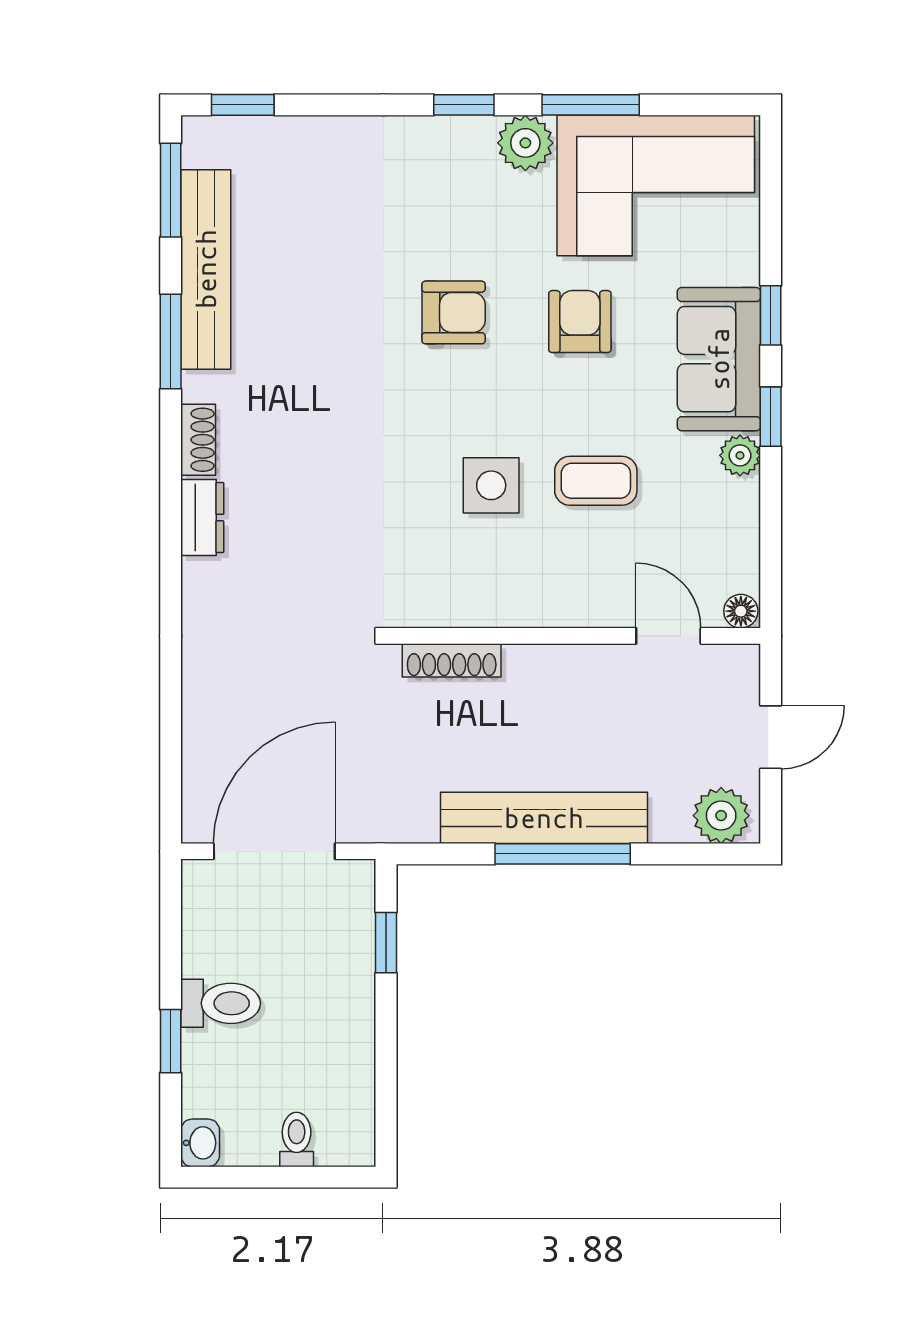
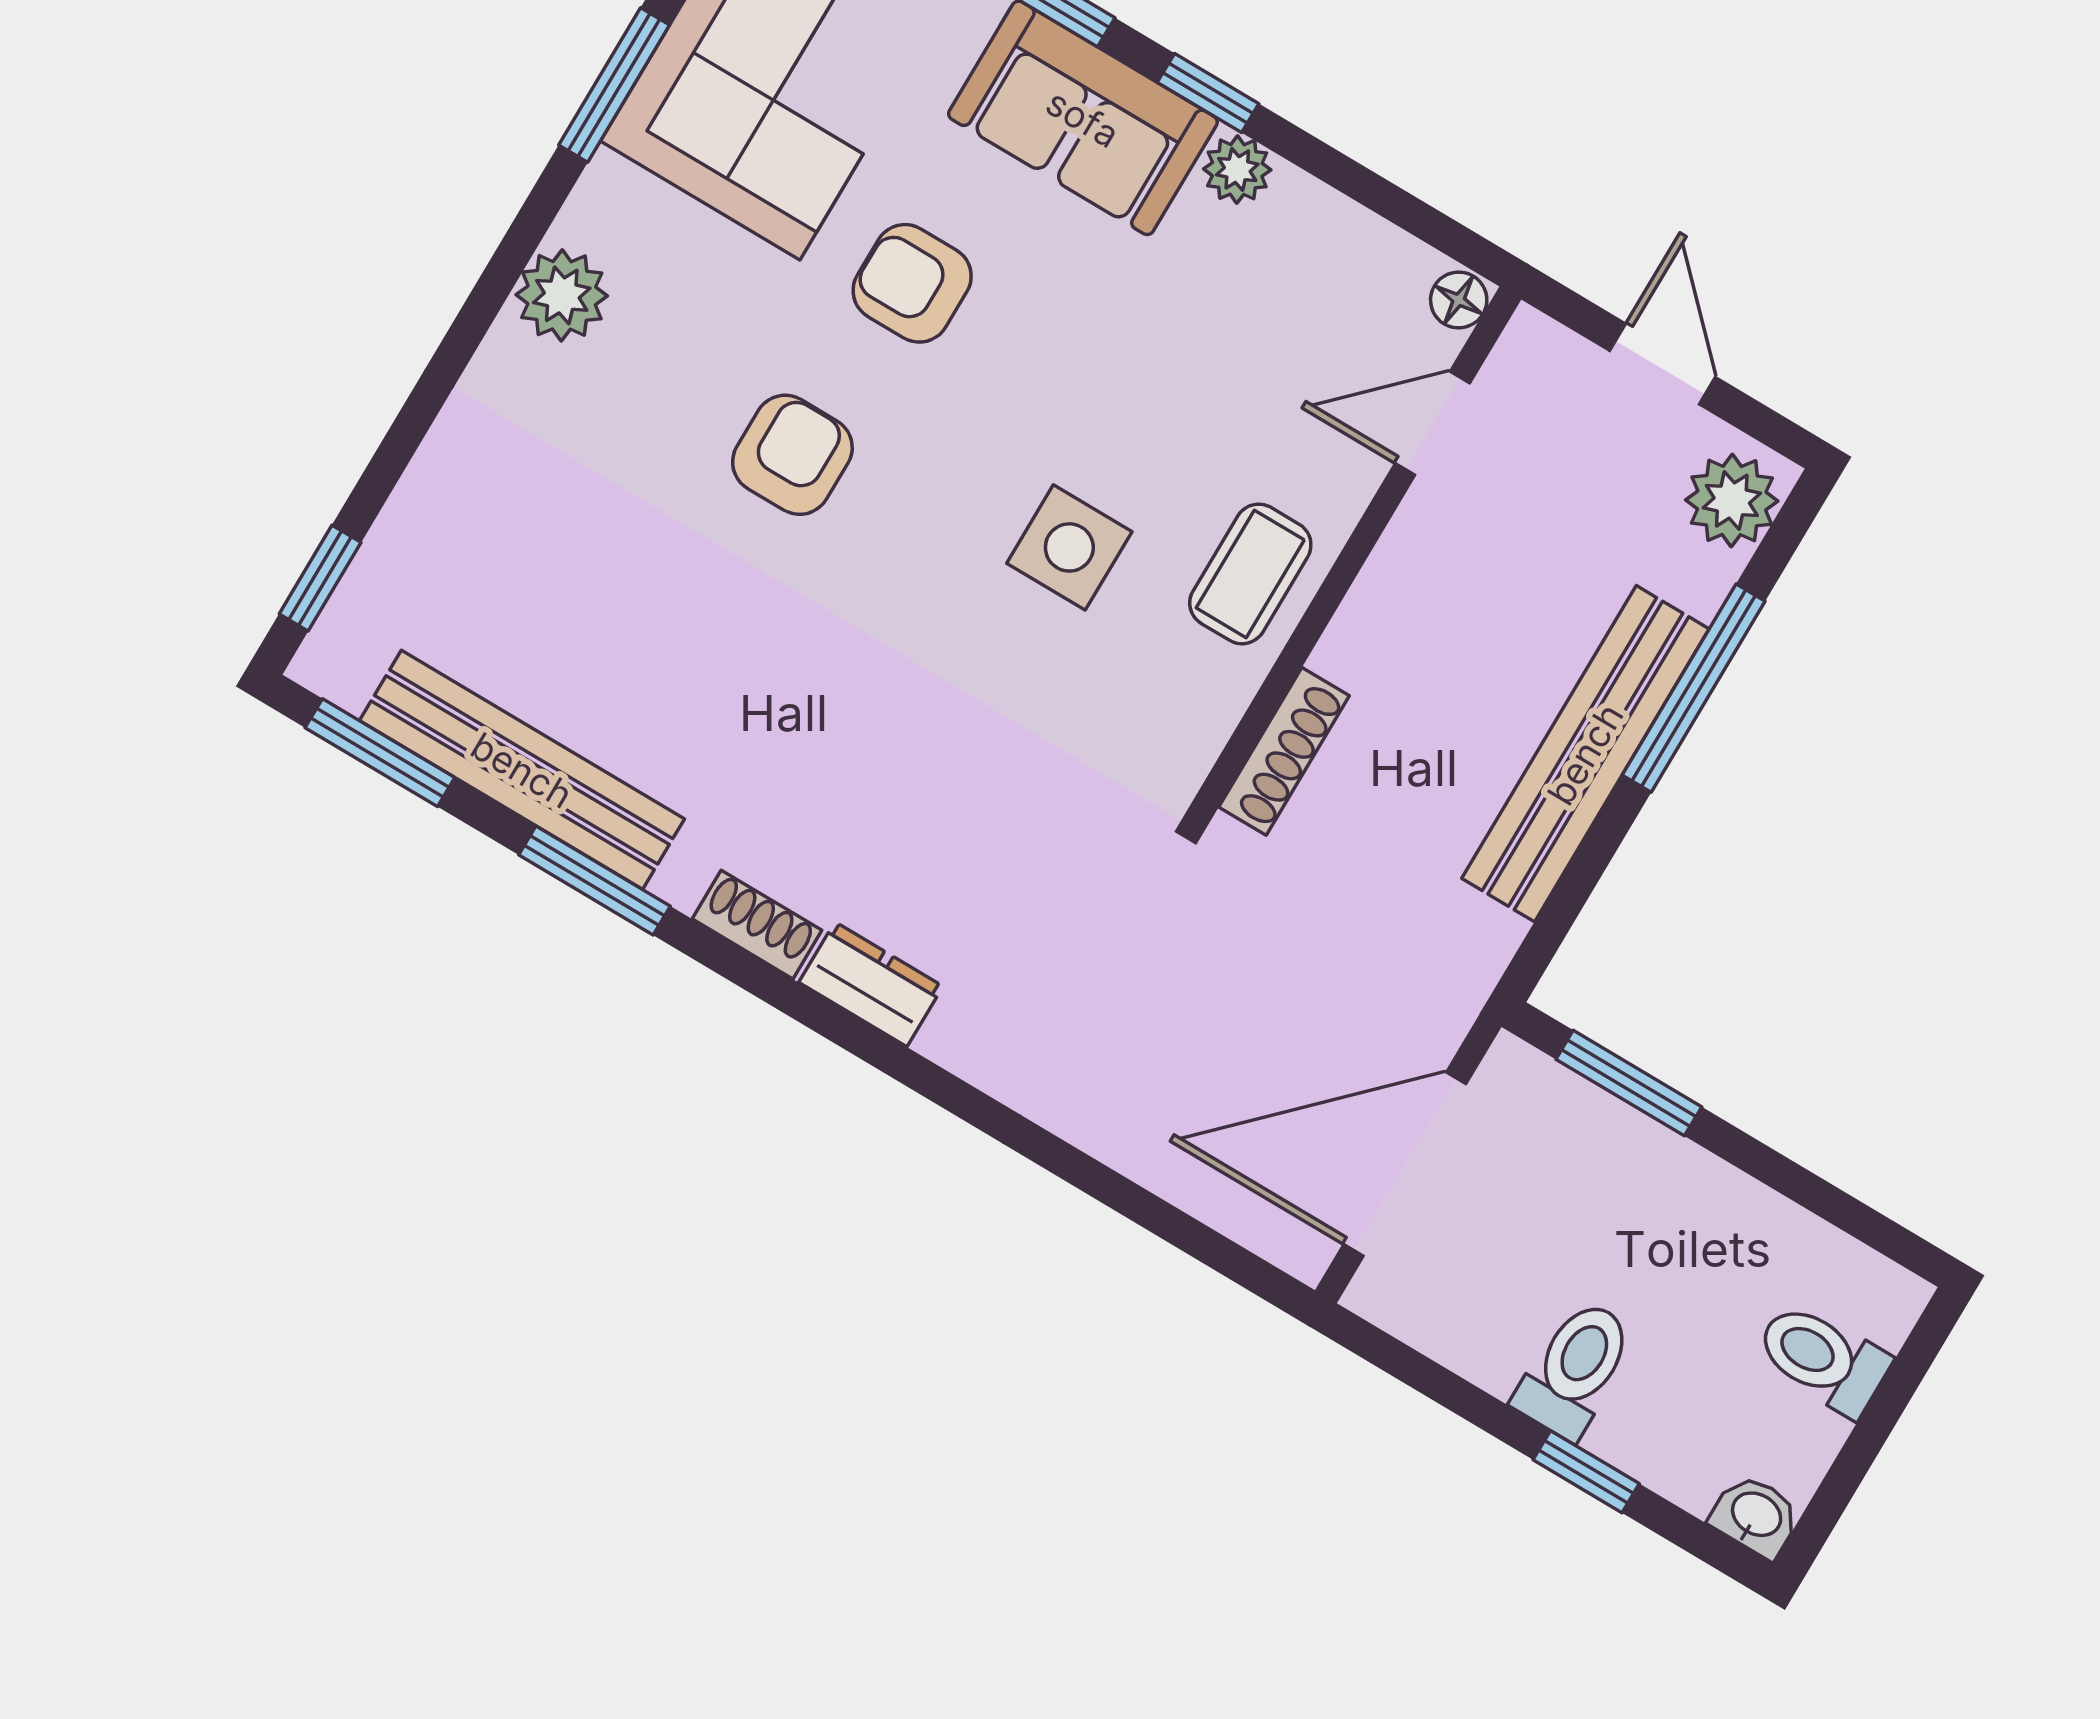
window: (464, 105) -> (507, 265), removed
plant: (525, 143) -> (562, 295), moved
coffee table: (596, 481) -> (1250, 574), moved
door: (274, 851) -> (1405, 1164), hinge flipped
window: (563, 854) -> (1694, 688), moved
window: (386, 943) -> (1629, 1083), width x1.50
toilet: (297, 1139) -> (1823, 1358), width x1.37, depth x1.39

